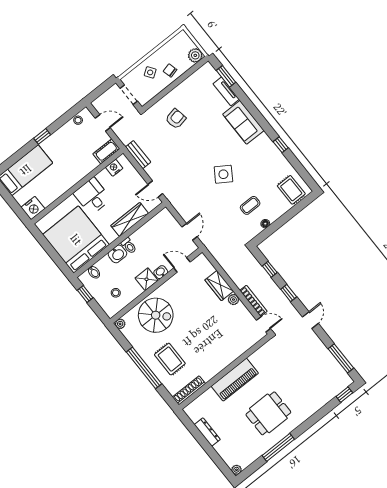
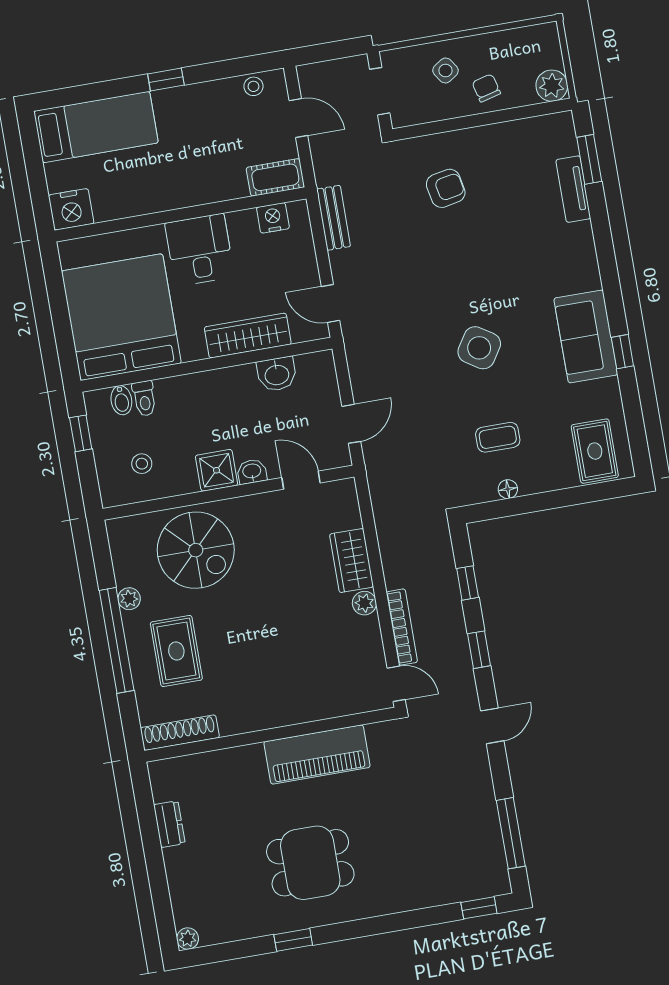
sofa: (243, 122) -> (586, 336), moved
toilet: (129, 246) -> (144, 398), moved
washbasin: (117, 254) -> (277, 374), moved
plant: (120, 324) -> (129, 599), moved
piano: (235, 380) -> (317, 755), moved
dresser: (207, 432) -> (169, 824), width x0.70
window: (278, 447) -> (293, 940), width x0.46

